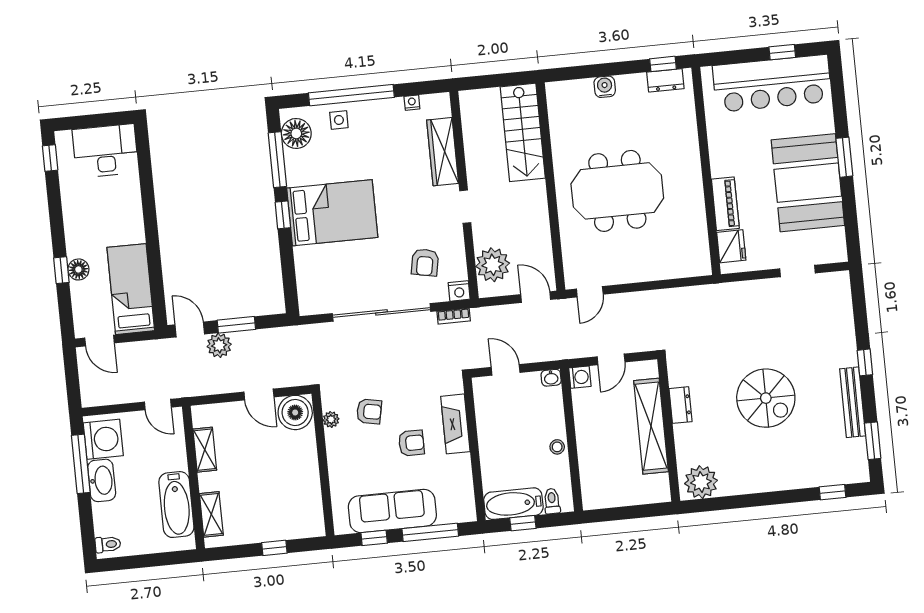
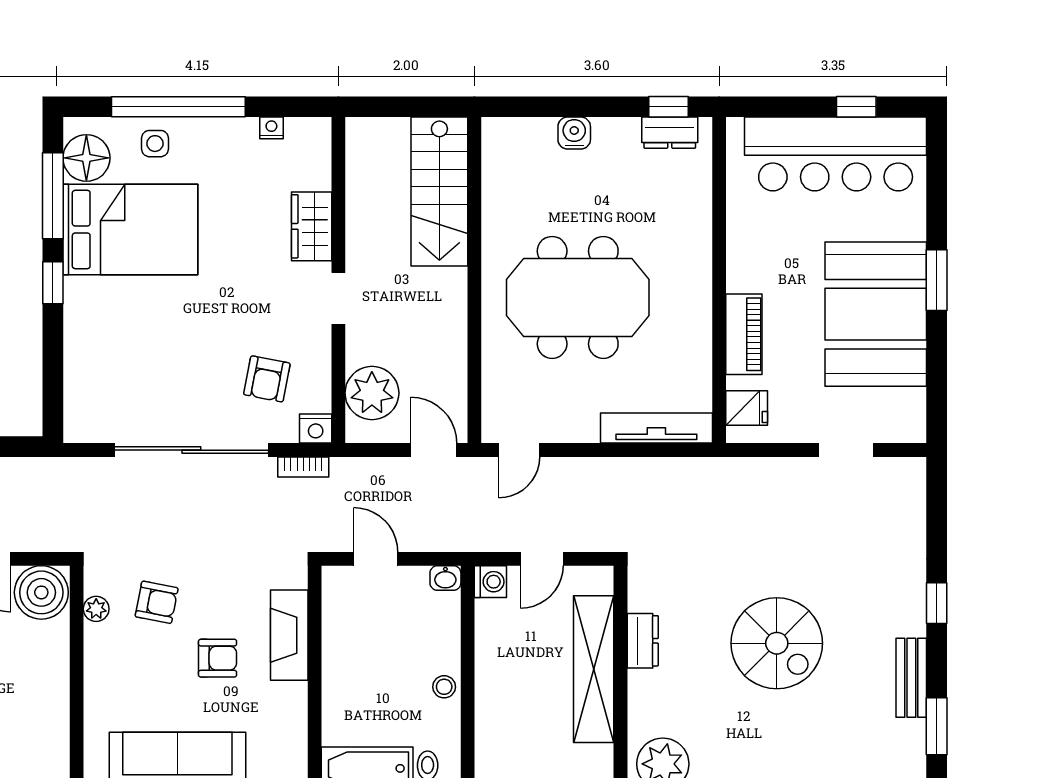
wardrobe: (443, 152) -> (312, 226), width x0.67
bed: (332, 213) -> (130, 229), moved
fridge: (731, 246) -> (747, 408), width x0.72
tv unit: (676, 269) -> (656, 428), added
bench: (853, 402) -> (911, 678), width x0.73

